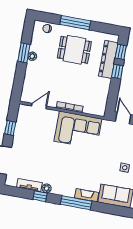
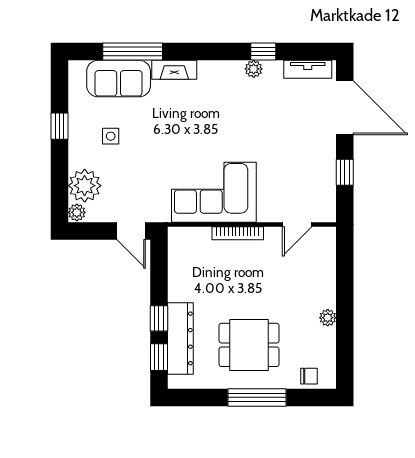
window: (24, 53) -> (345, 322), removed
tv unit: (29, 185) -> (308, 69), moved
window: (76, 203) -> (133, 52), moved

